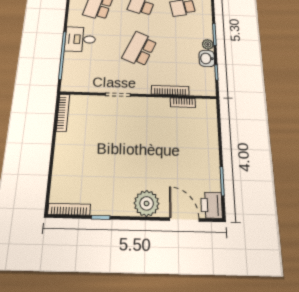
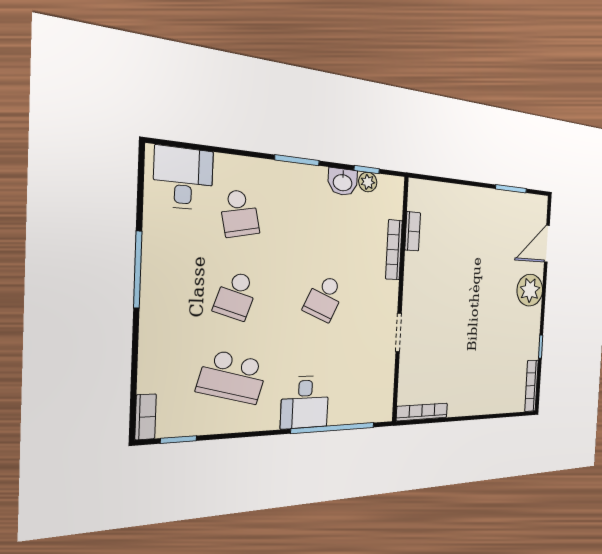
plant: (208, 44) -> (368, 182), moved
school desk: (140, 49) -> (324, 298), width x0.54
printer: (211, 205) -> (535, 207), removed

